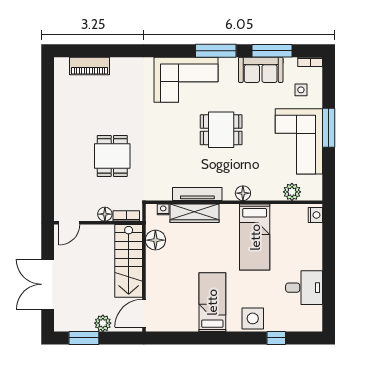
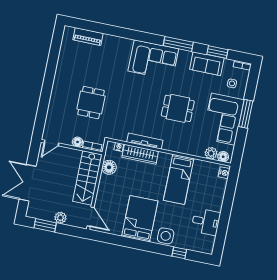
window: (272, 51) -> (217, 52), width x0.69
dining table: (221, 130) -> (178, 108), moved
floor lamp: (243, 193) -> (223, 157), moved
bed: (212, 302) -> (140, 219), width x1.50
door: (144, 313) -> (91, 217), swing flipped

